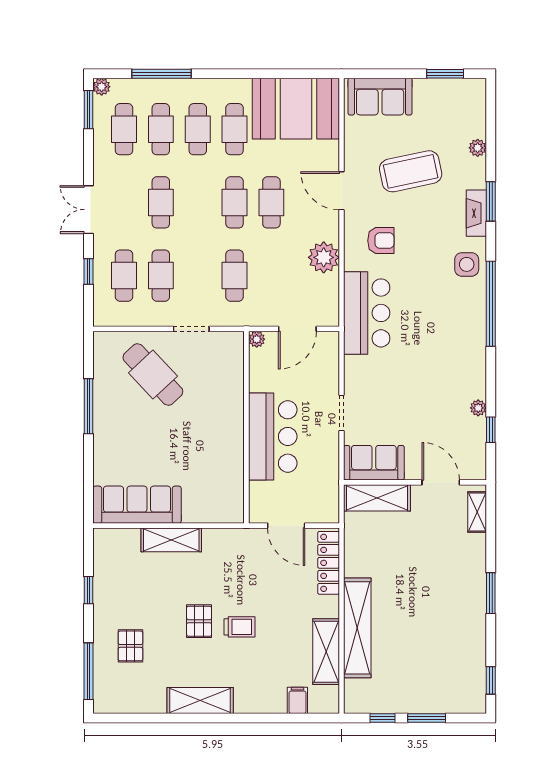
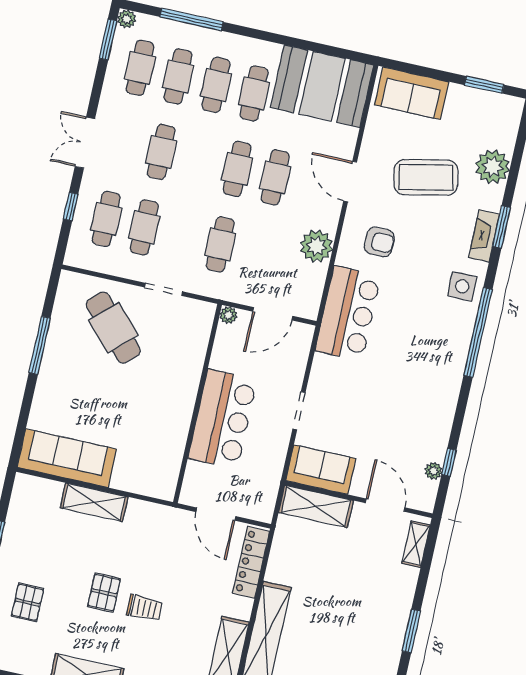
plant: (478, 148) -> (493, 167), width x1.88, depth x1.88
plant: (478, 408) -> (434, 471), moved

